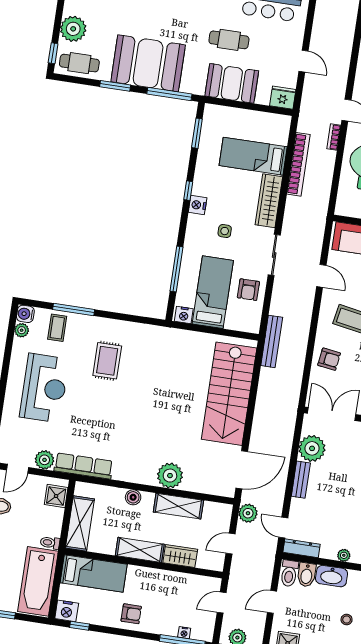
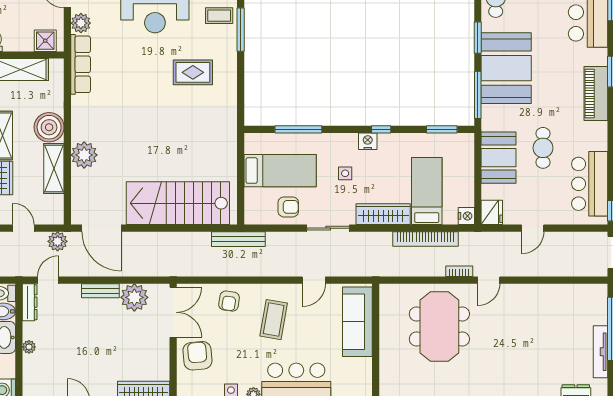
armchair: (248, 290) -> (288, 207), turned 180
nightstand: (184, 315) -> (466, 216), moved, turned 180
boiler: (133, 497) -> (49, 127), width x1.86, depth x1.86

